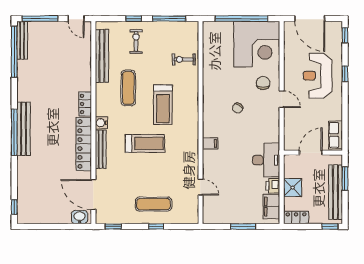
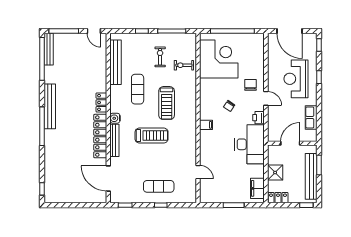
exercise bike: (136, 41) -> (160, 57), moved
corner desk: (257, 44) -> (219, 59), moved, turned -90
bench: (24, 129) -> (50, 106), moved
row of seats: (336, 135) -> (311, 117), moved
filing cabinet: (210, 143) -> (206, 125), moved
desk: (266, 160) -> (250, 144), width x1.36, depth x1.30
printer: (273, 186) -> (259, 118), moved
washbasin: (80, 217) -> (97, 197), removed

